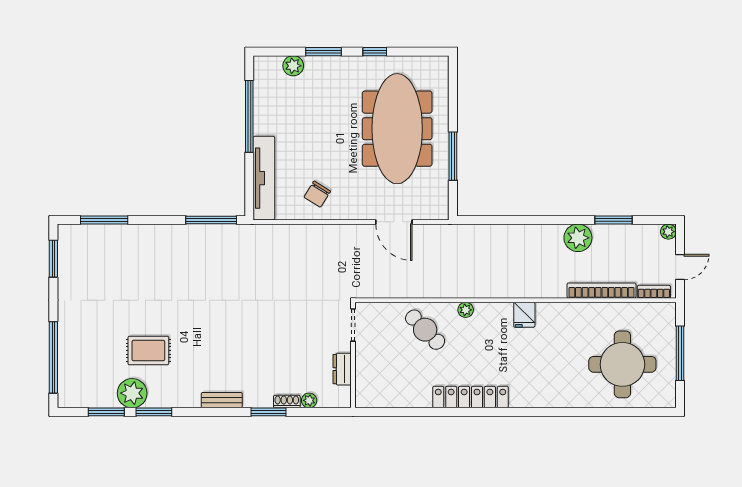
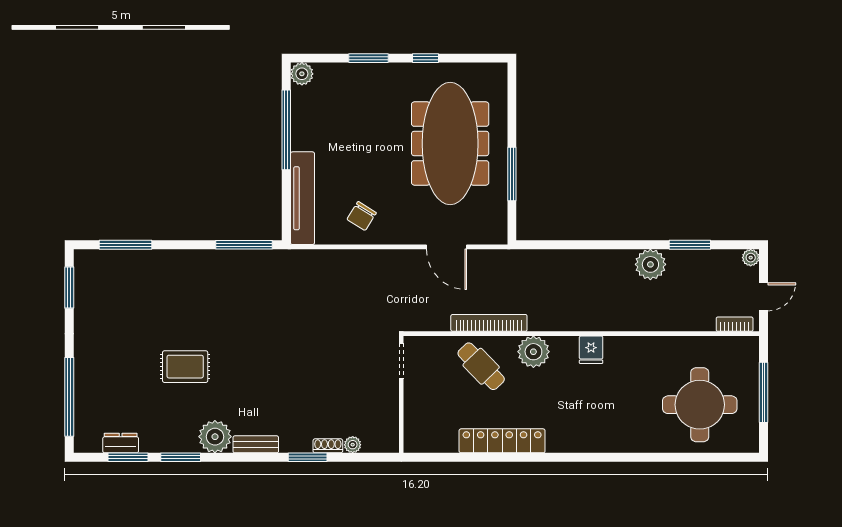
plant: (293, 66) -> (302, 74), moved
bookcase: (601, 291) -> (489, 323), moved
plant: (466, 310) -> (533, 352), width x1.88, depth x1.88
rug: (148, 351) -> (185, 367), moved
dresser: (342, 369) -> (121, 443), moved, turned 90
plant: (132, 393) -> (215, 437), moved
locker: (471, 397) -> (502, 441), moved

